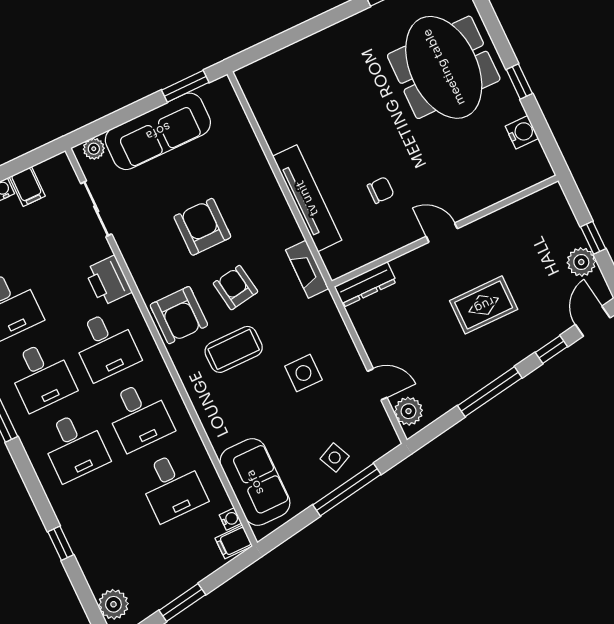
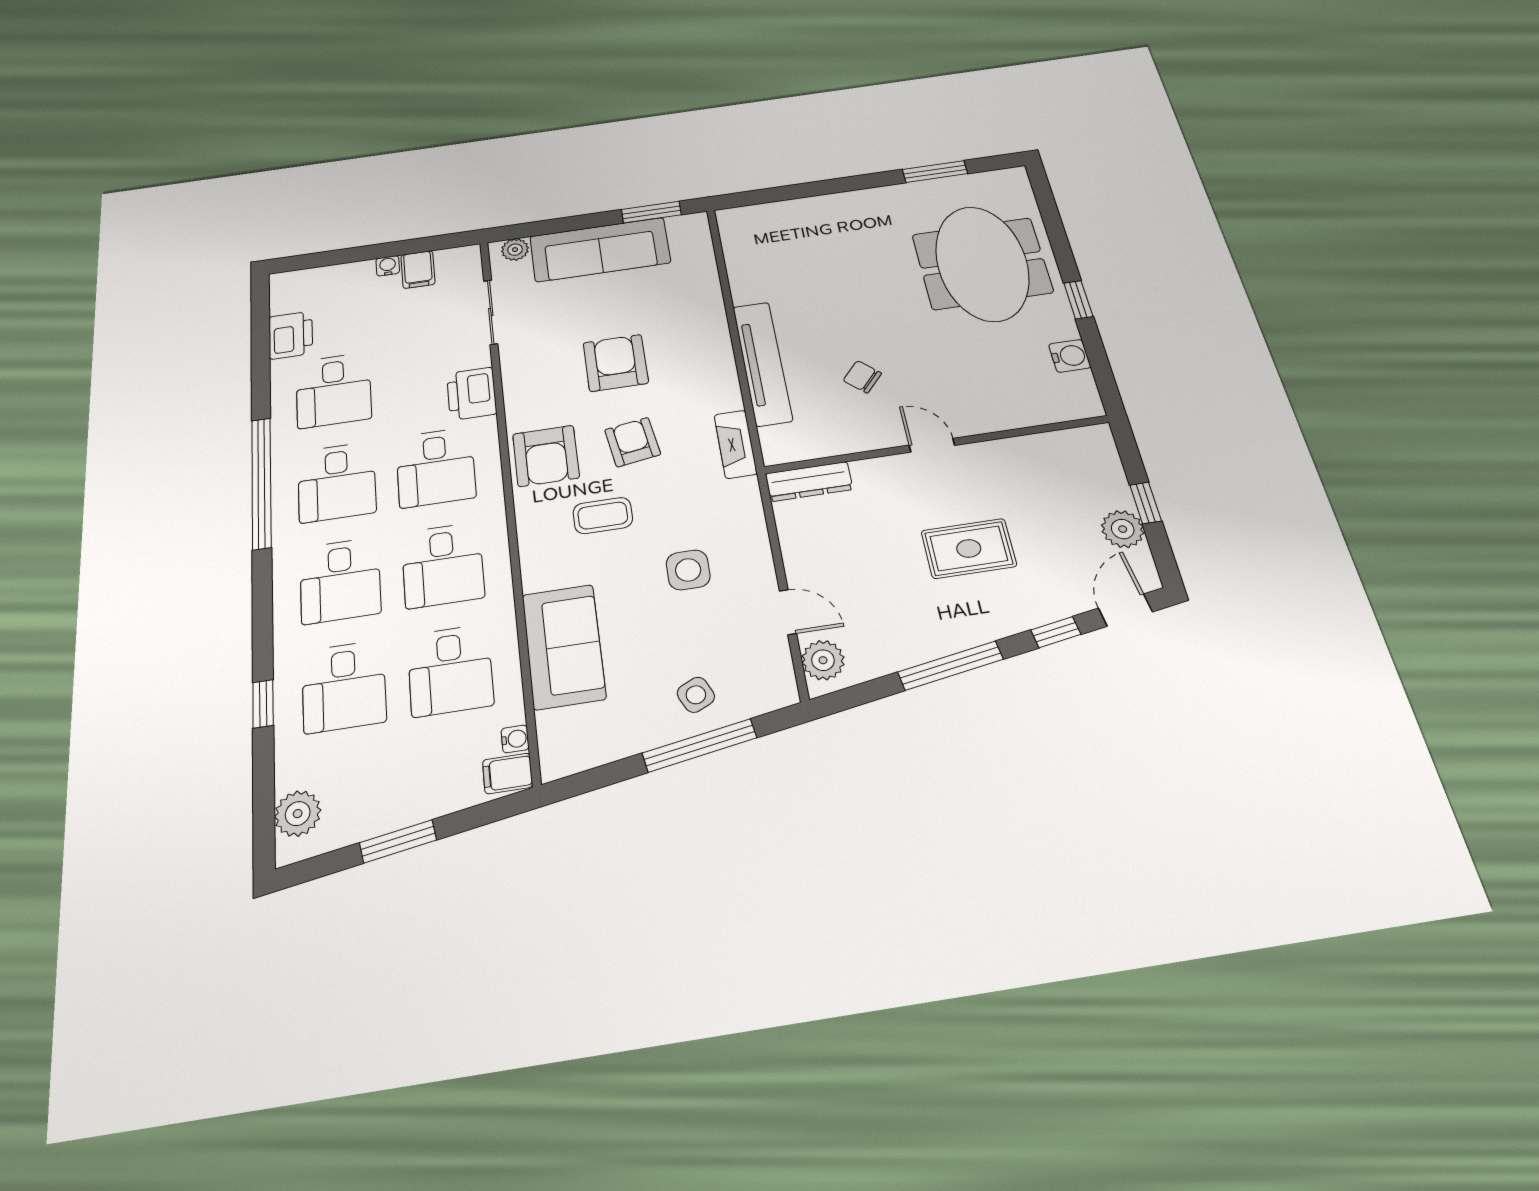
chair: (381, 190) -> (862, 377), turned -138
coffee table: (234, 349) -> (603, 516), width x0.73, depth x0.77
sofa: (255, 482) -> (564, 646), moved
desk: (108, 517) -> (344, 686), added

